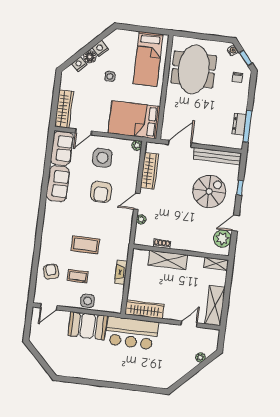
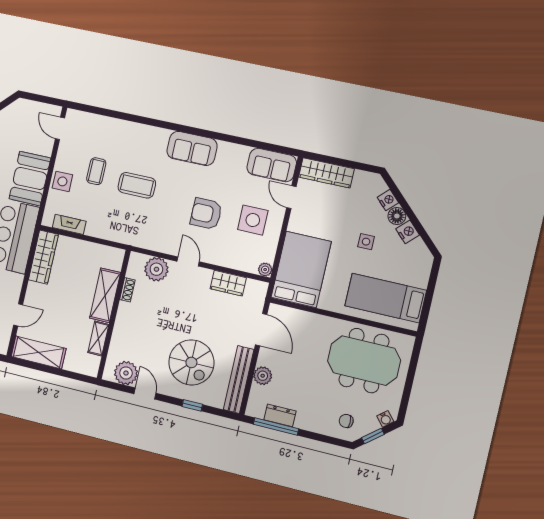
plant: (213, 139) -> (263, 376), added
wardrobe: (149, 171) -> (228, 283), width x0.67
sofa: (58, 184) -> (192, 148), moved
plant: (141, 219) -> (156, 269), width x1.88, depth x1.88
coffee table: (85, 245) -> (137, 185), turned 90
shelving: (216, 264) -> (98, 338), moved
armchair: (51, 272) -> (106, 136), removed
fireplace: (121, 272) -> (69, 224), moved
door: (189, 324) -> (18, 315), hinge flipped

